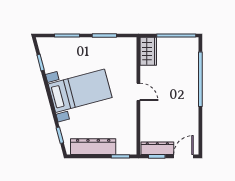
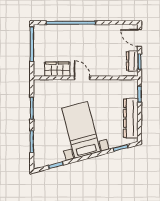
wardrobe: (148, 51) -> (57, 69), moved
door: (138, 92) -> (82, 78), hinge flipped
dresser: (157, 148) -> (132, 61), width x0.70

